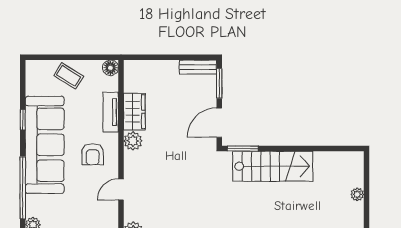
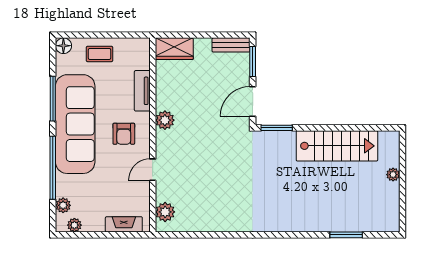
floor lamp: (110, 68) -> (63, 46), moved
coffee table: (69, 76) -> (100, 54), turned -32
wardrobe: (134, 112) -> (174, 49), moved, turned 90
window: (23, 120) -> (53, 99), width x2.17
stairs: (273, 166) -> (337, 146), moved

